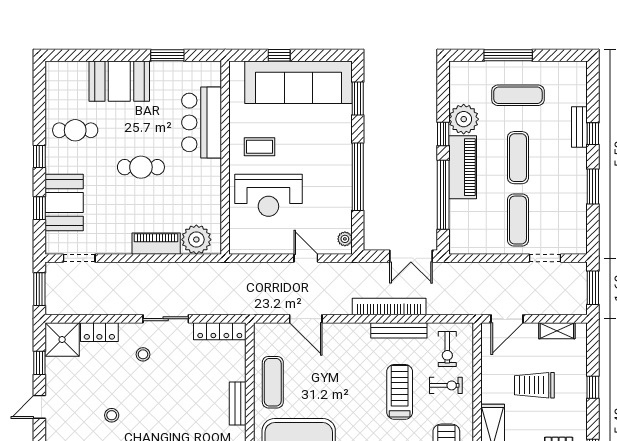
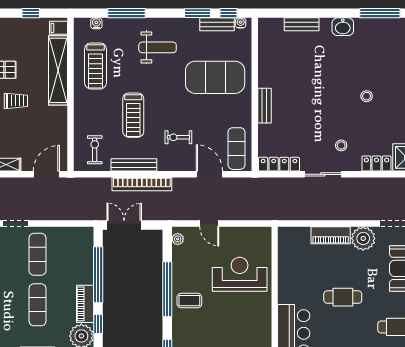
coffee table: (259, 147) -> (189, 301), moved
piano: (463, 167) -> (85, 304), width x0.73, depth x0.75
plant: (196, 240) -> (363, 238), moved
exercise mat: (273, 382) -> (236, 149), moved
exercise bike: (446, 385) -> (178, 137), moved
trolley: (534, 385) -> (16, 101), moved, width x0.73, depth x0.72

